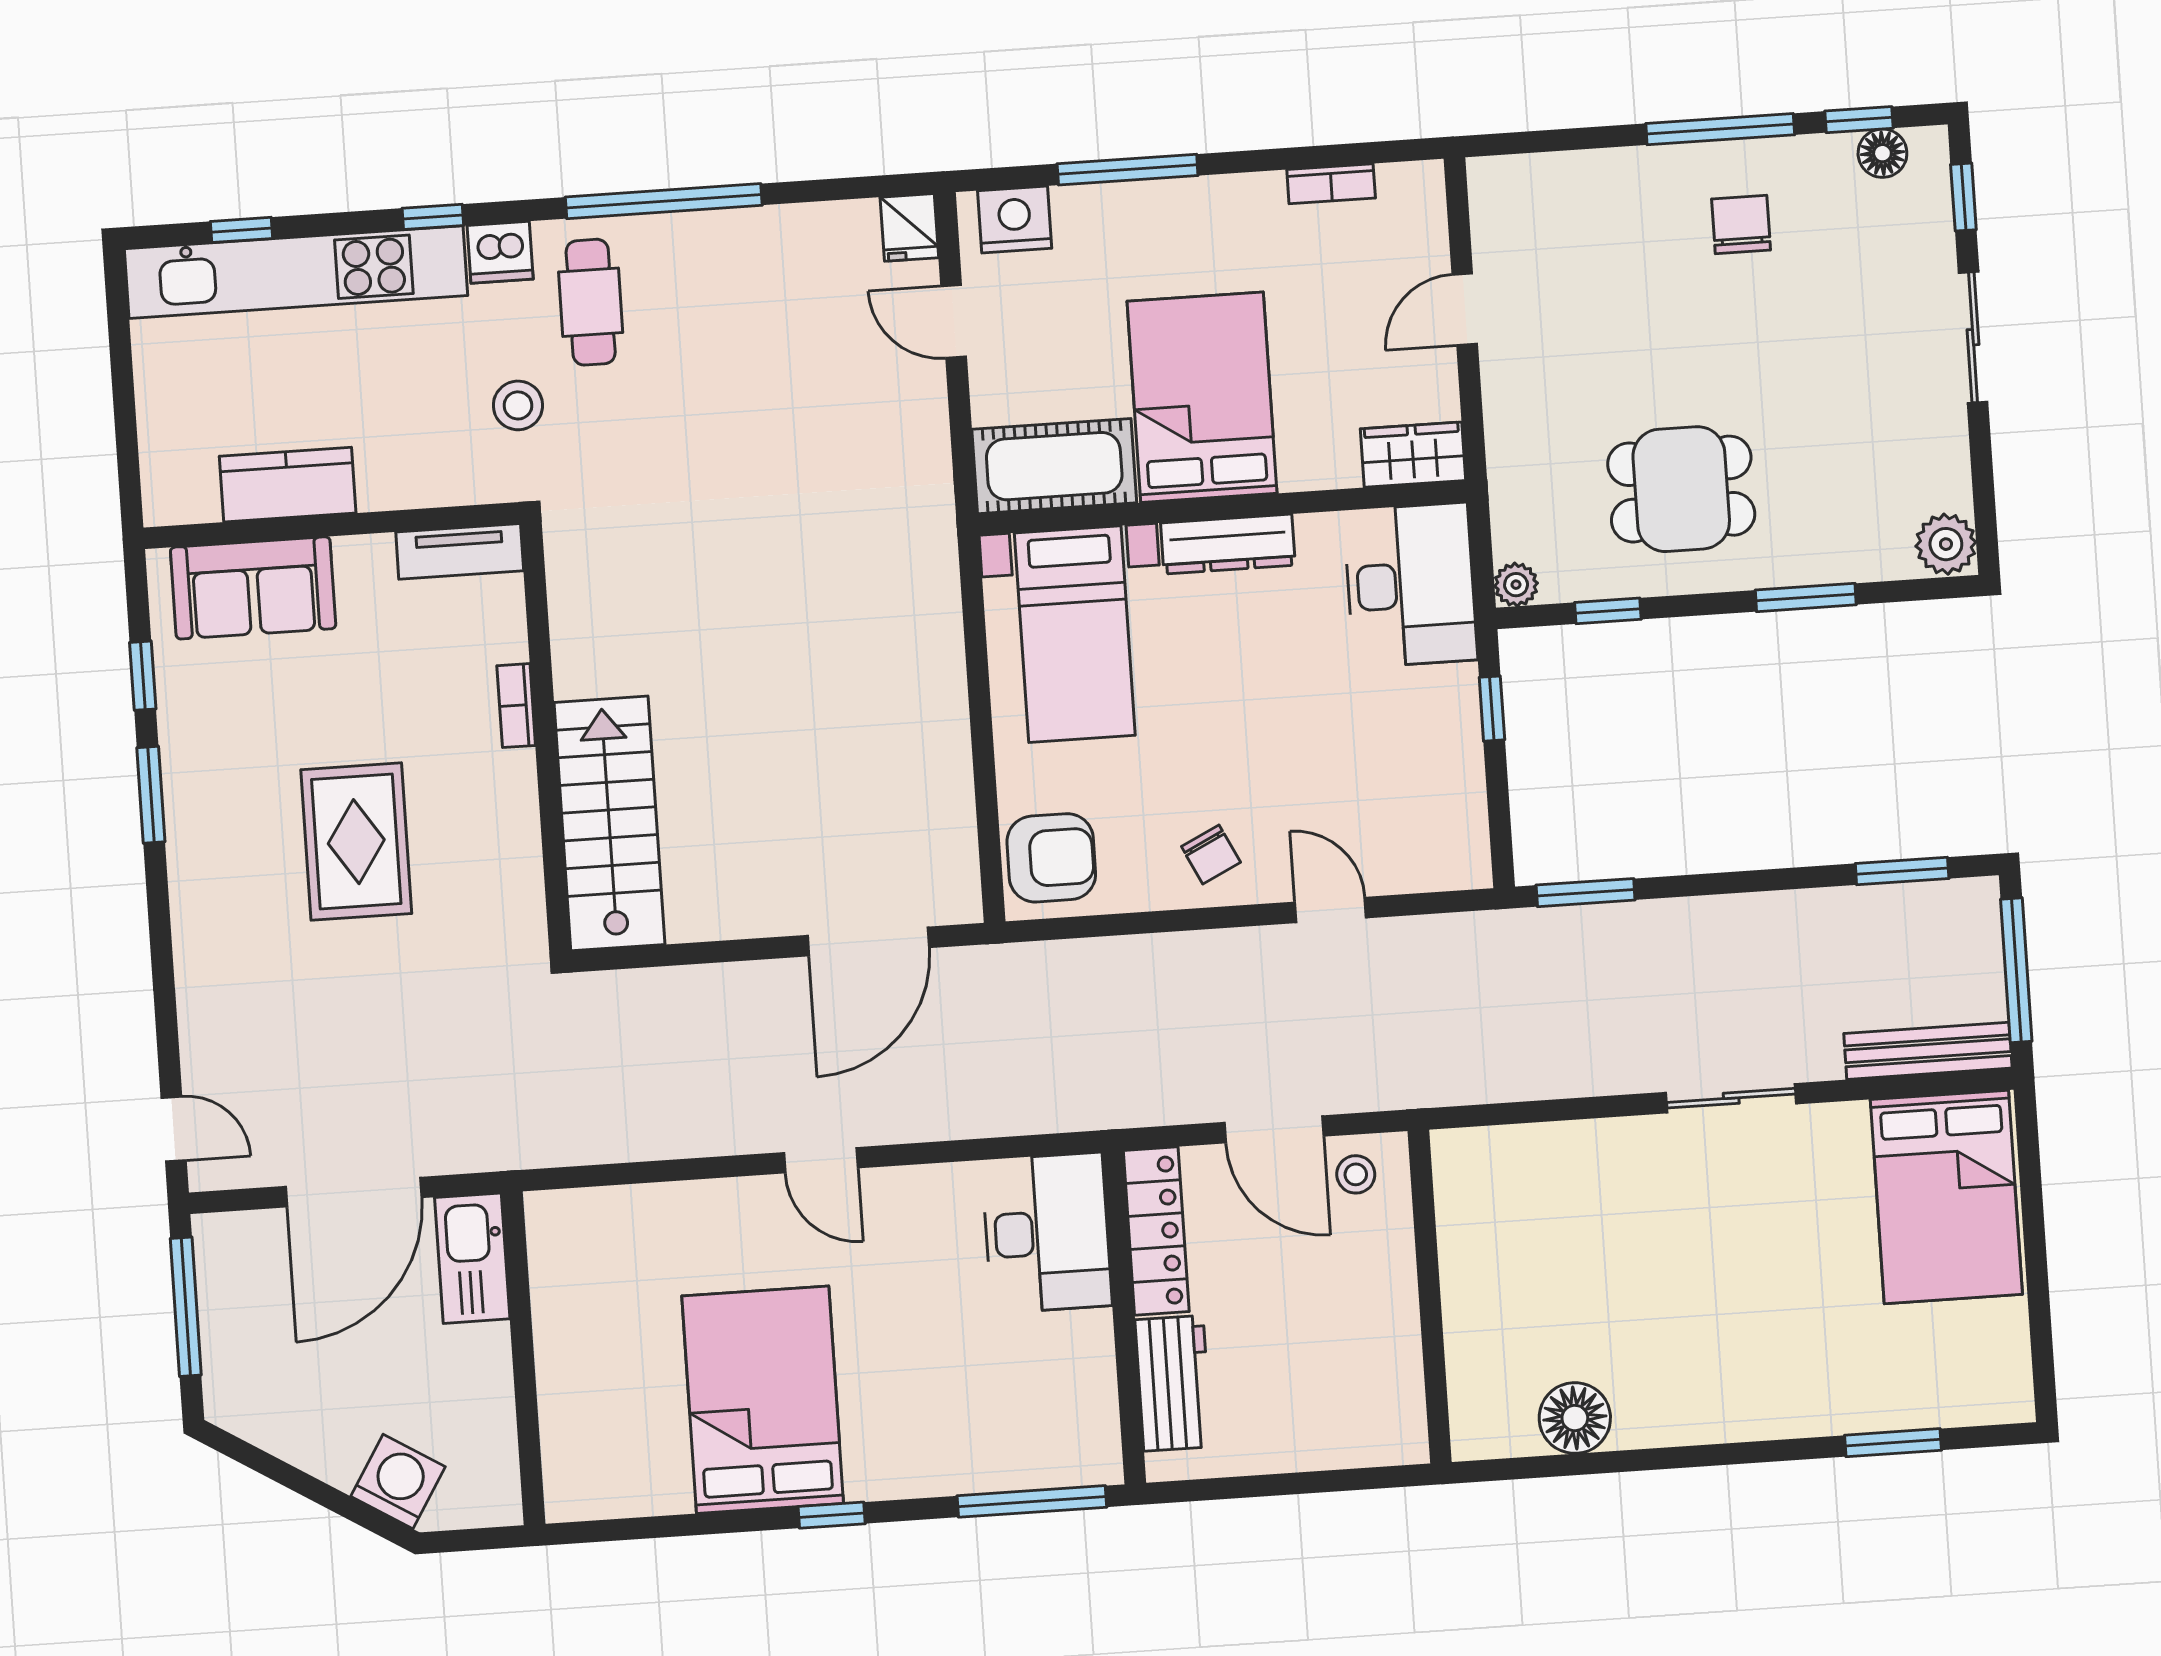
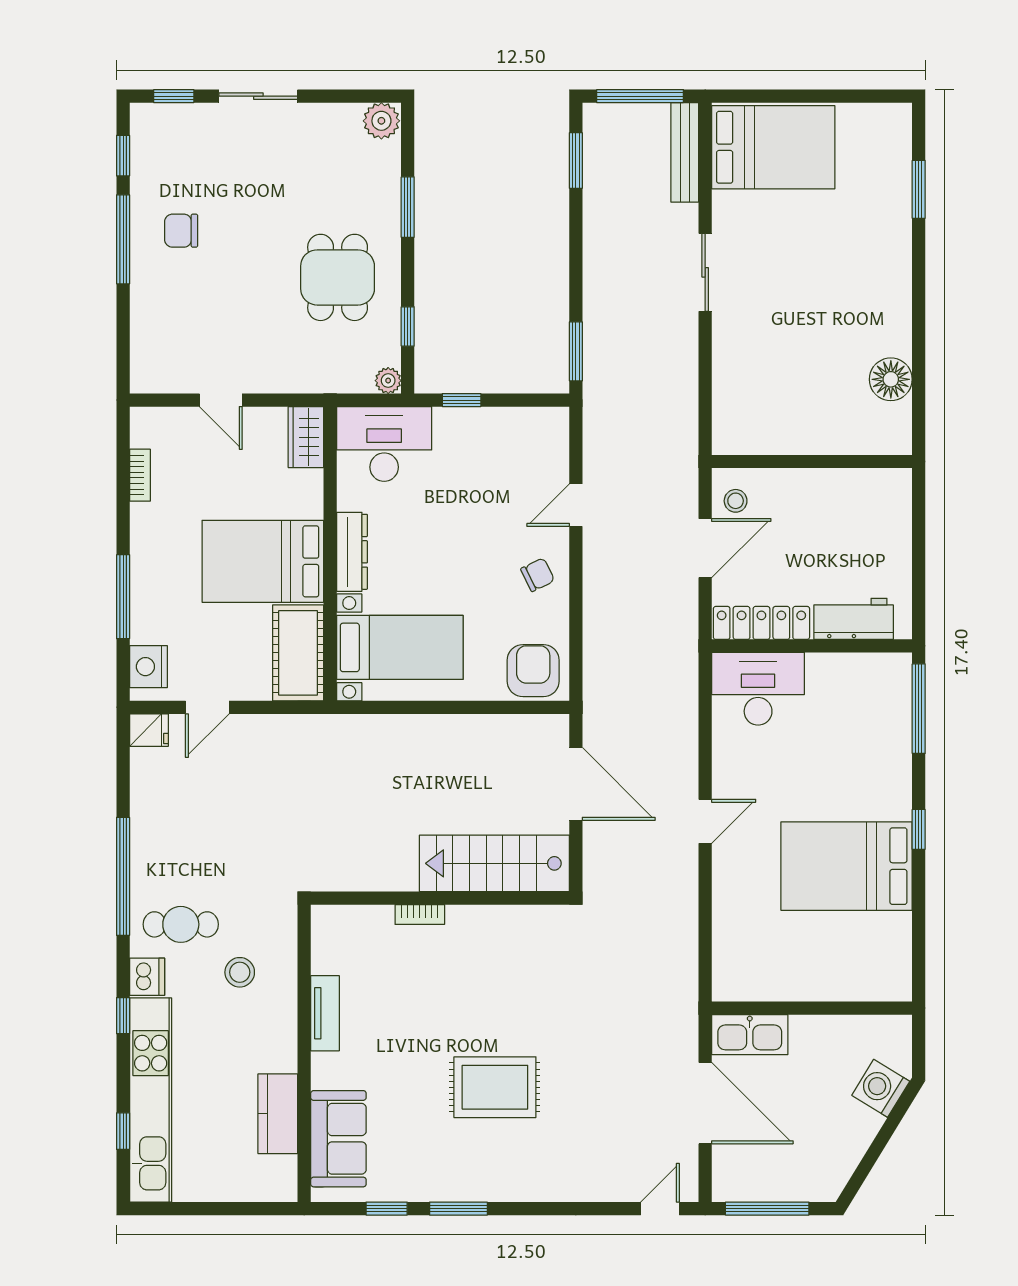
floor lamp: (1882, 153) -> (144, 143), removed
bookcase: (516, 706) -> (420, 914), moved
wall: (546, 737) -> (440, 898), moved
stairs: (609, 823) -> (494, 863), moved

